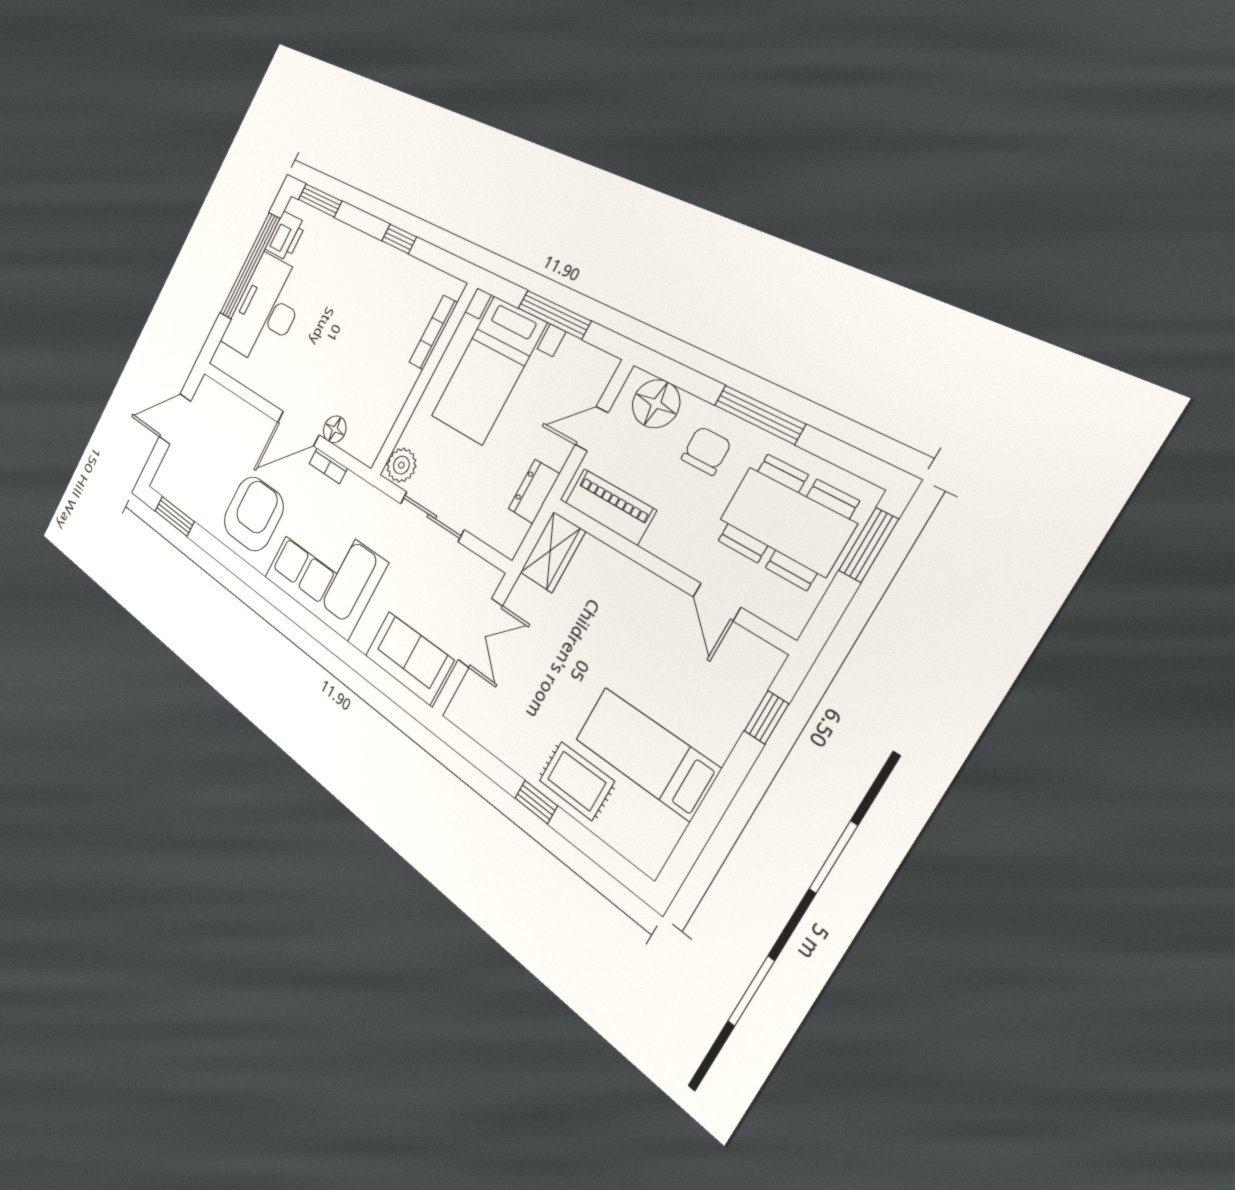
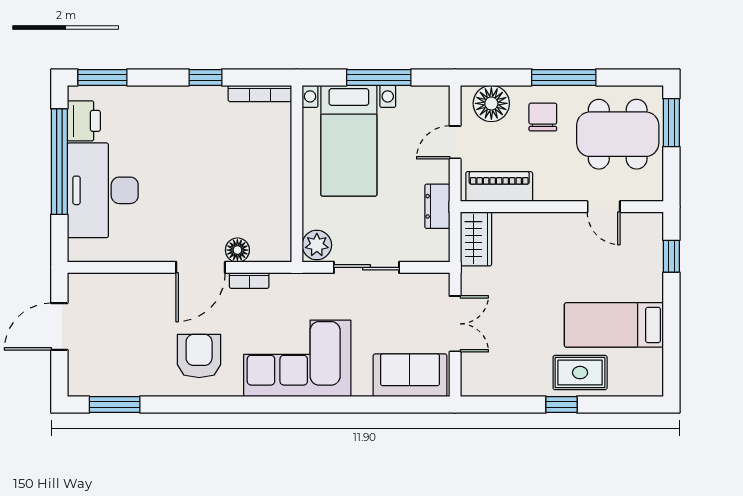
bookcase: (433, 333) -> (260, 93), moved, turned -90
armchair: (253, 514) -> (199, 356), width x0.73, depth x0.73

